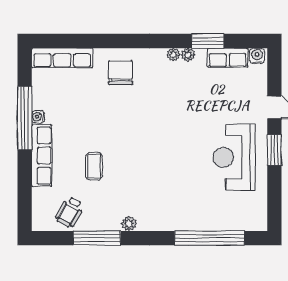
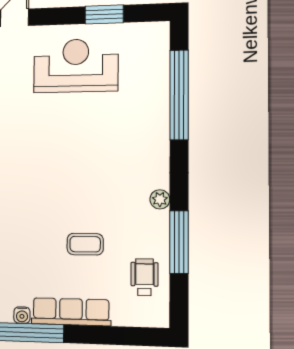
window: (274, 150) -> (104, 14), moved
reception desk: (234, 157) -> (76, 66), turned 180
wheelchair: (70, 212) -> (144, 277), turned -119

